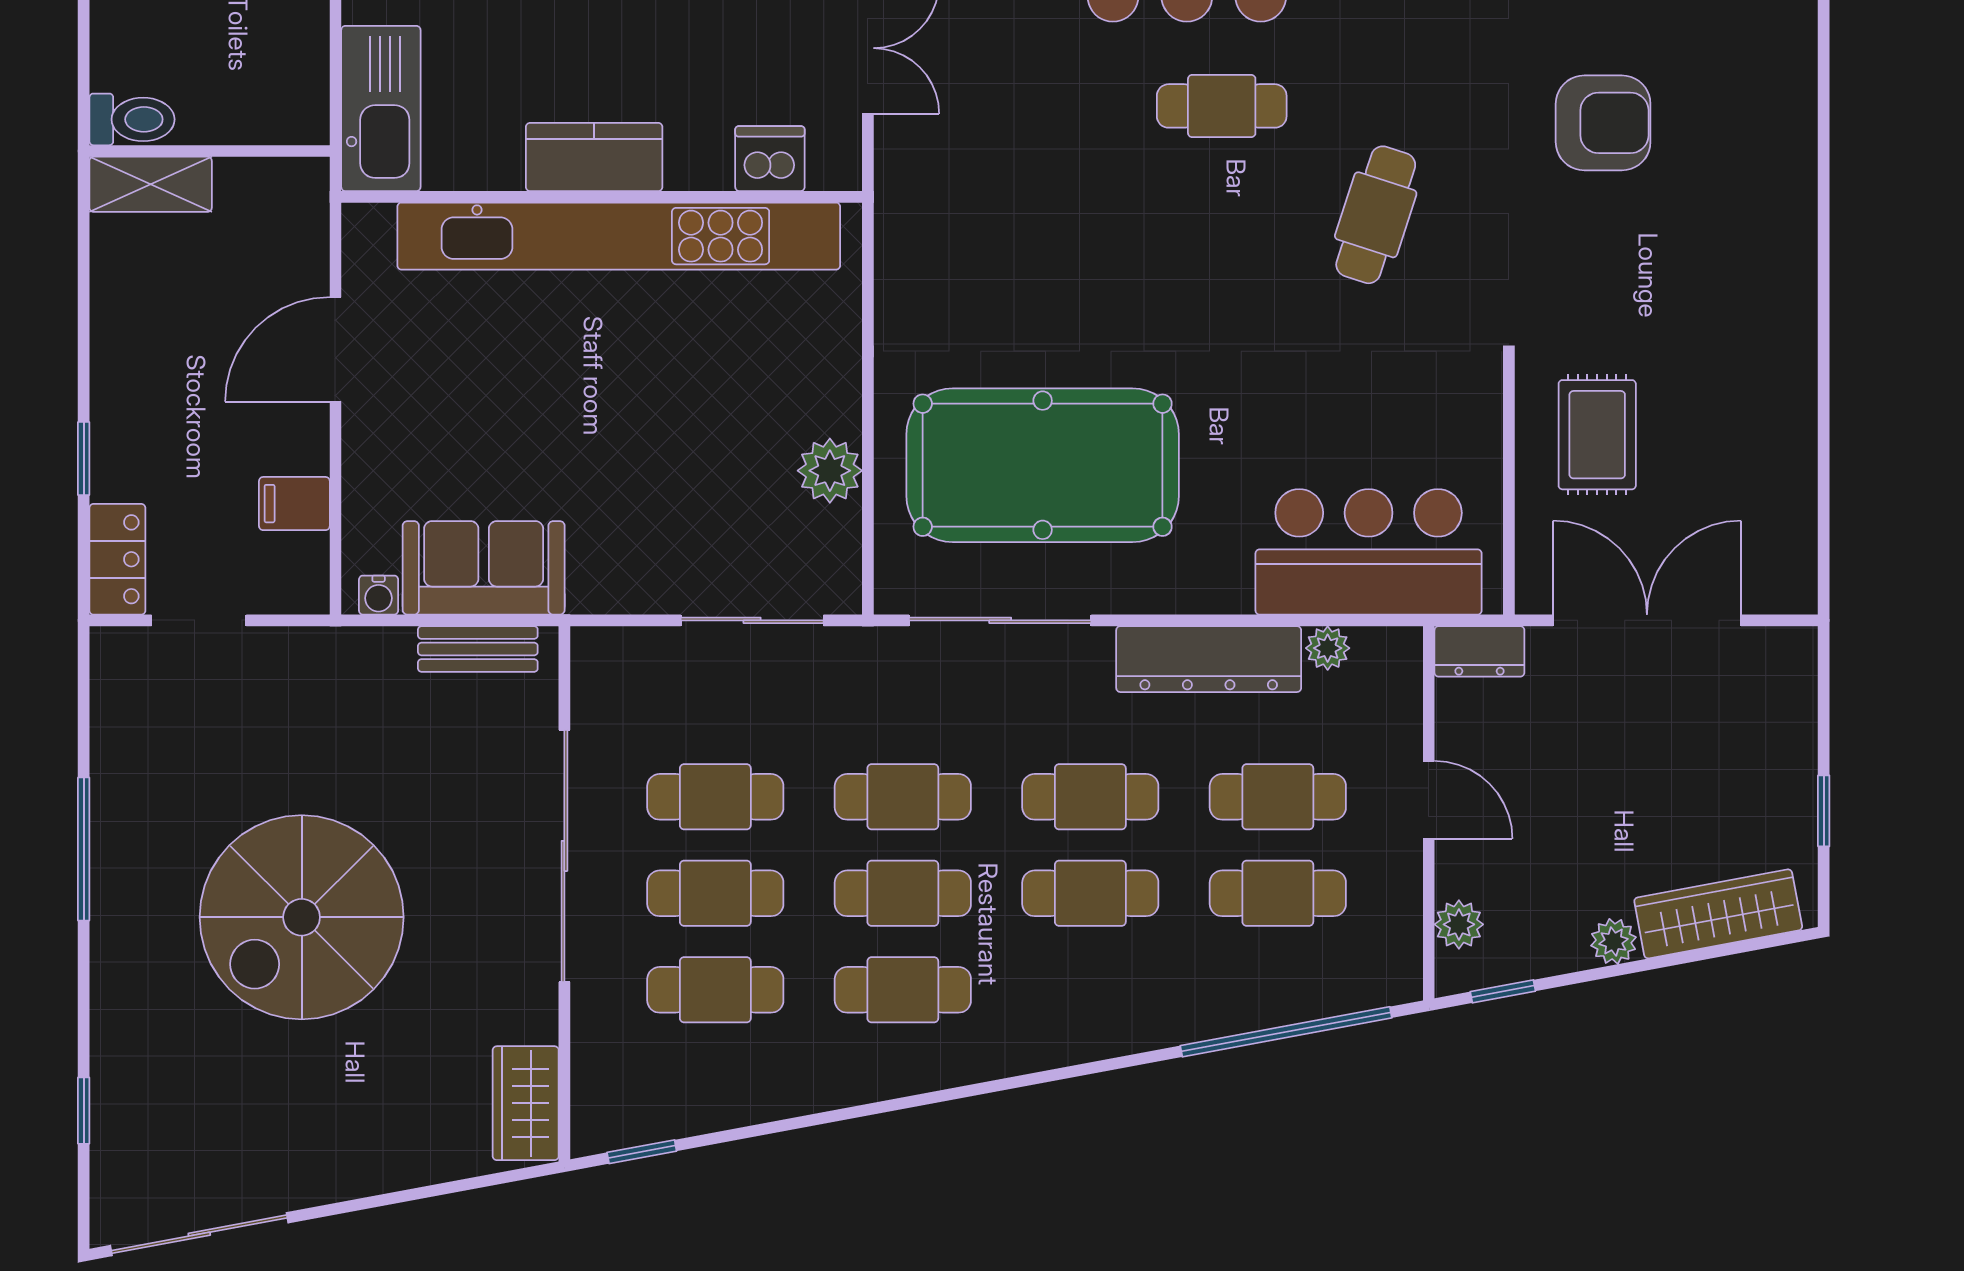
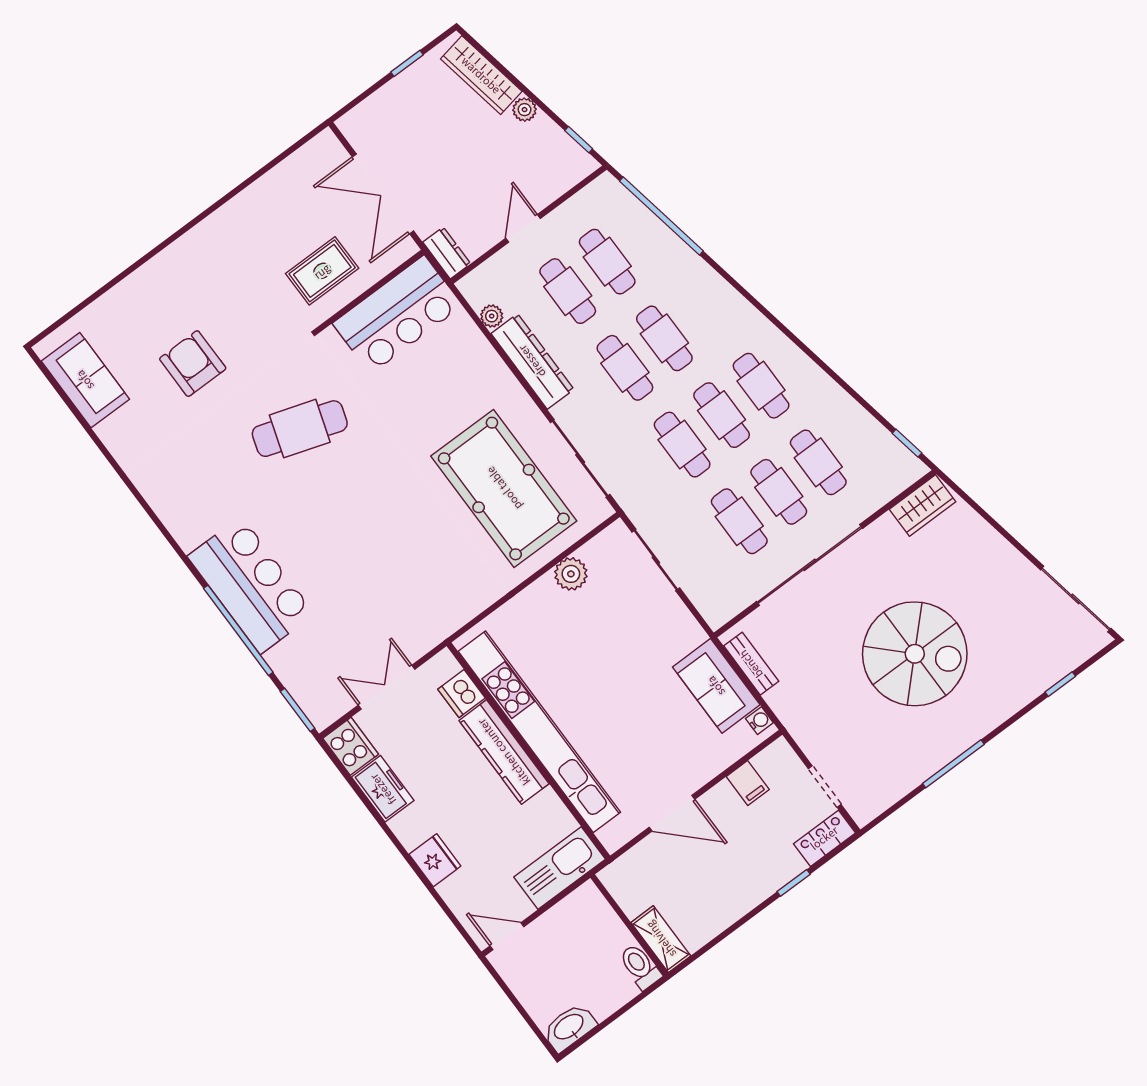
cafe table: (1222, 106) -> (302, 525), removed
kitchen counter: (594, 157) -> (504, 752), width x1.50
cafe table: (1376, 215) -> (300, 429), width x1.37, depth x1.35
bar counter: (1369, 552) -> (397, 315), moved, turned -90
plant: (1459, 924) -> (565, 178), removed

